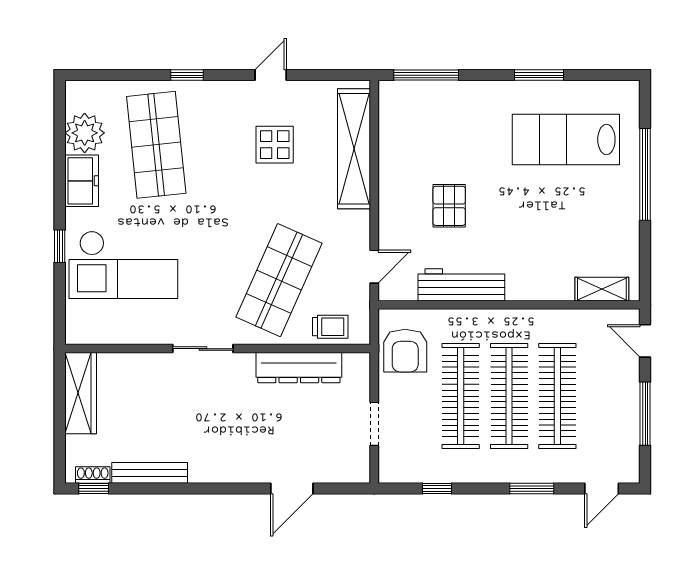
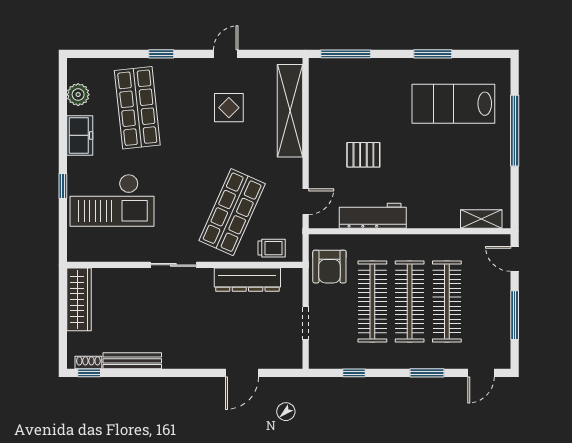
plant: (85, 133) -> (78, 95), width x0.73, depth x0.73
pallet: (449, 206) -> (363, 155), turned 90

